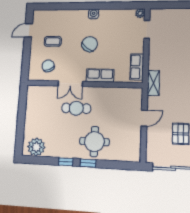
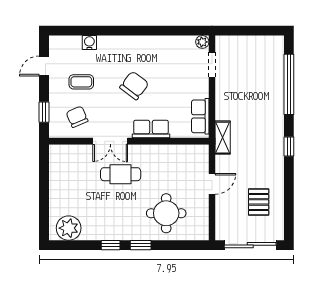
water cooler: (94, 14) -> (89, 43), moved
window: (26, 62) -> (44, 112), added
round table: (94, 142) -> (166, 213), moved

